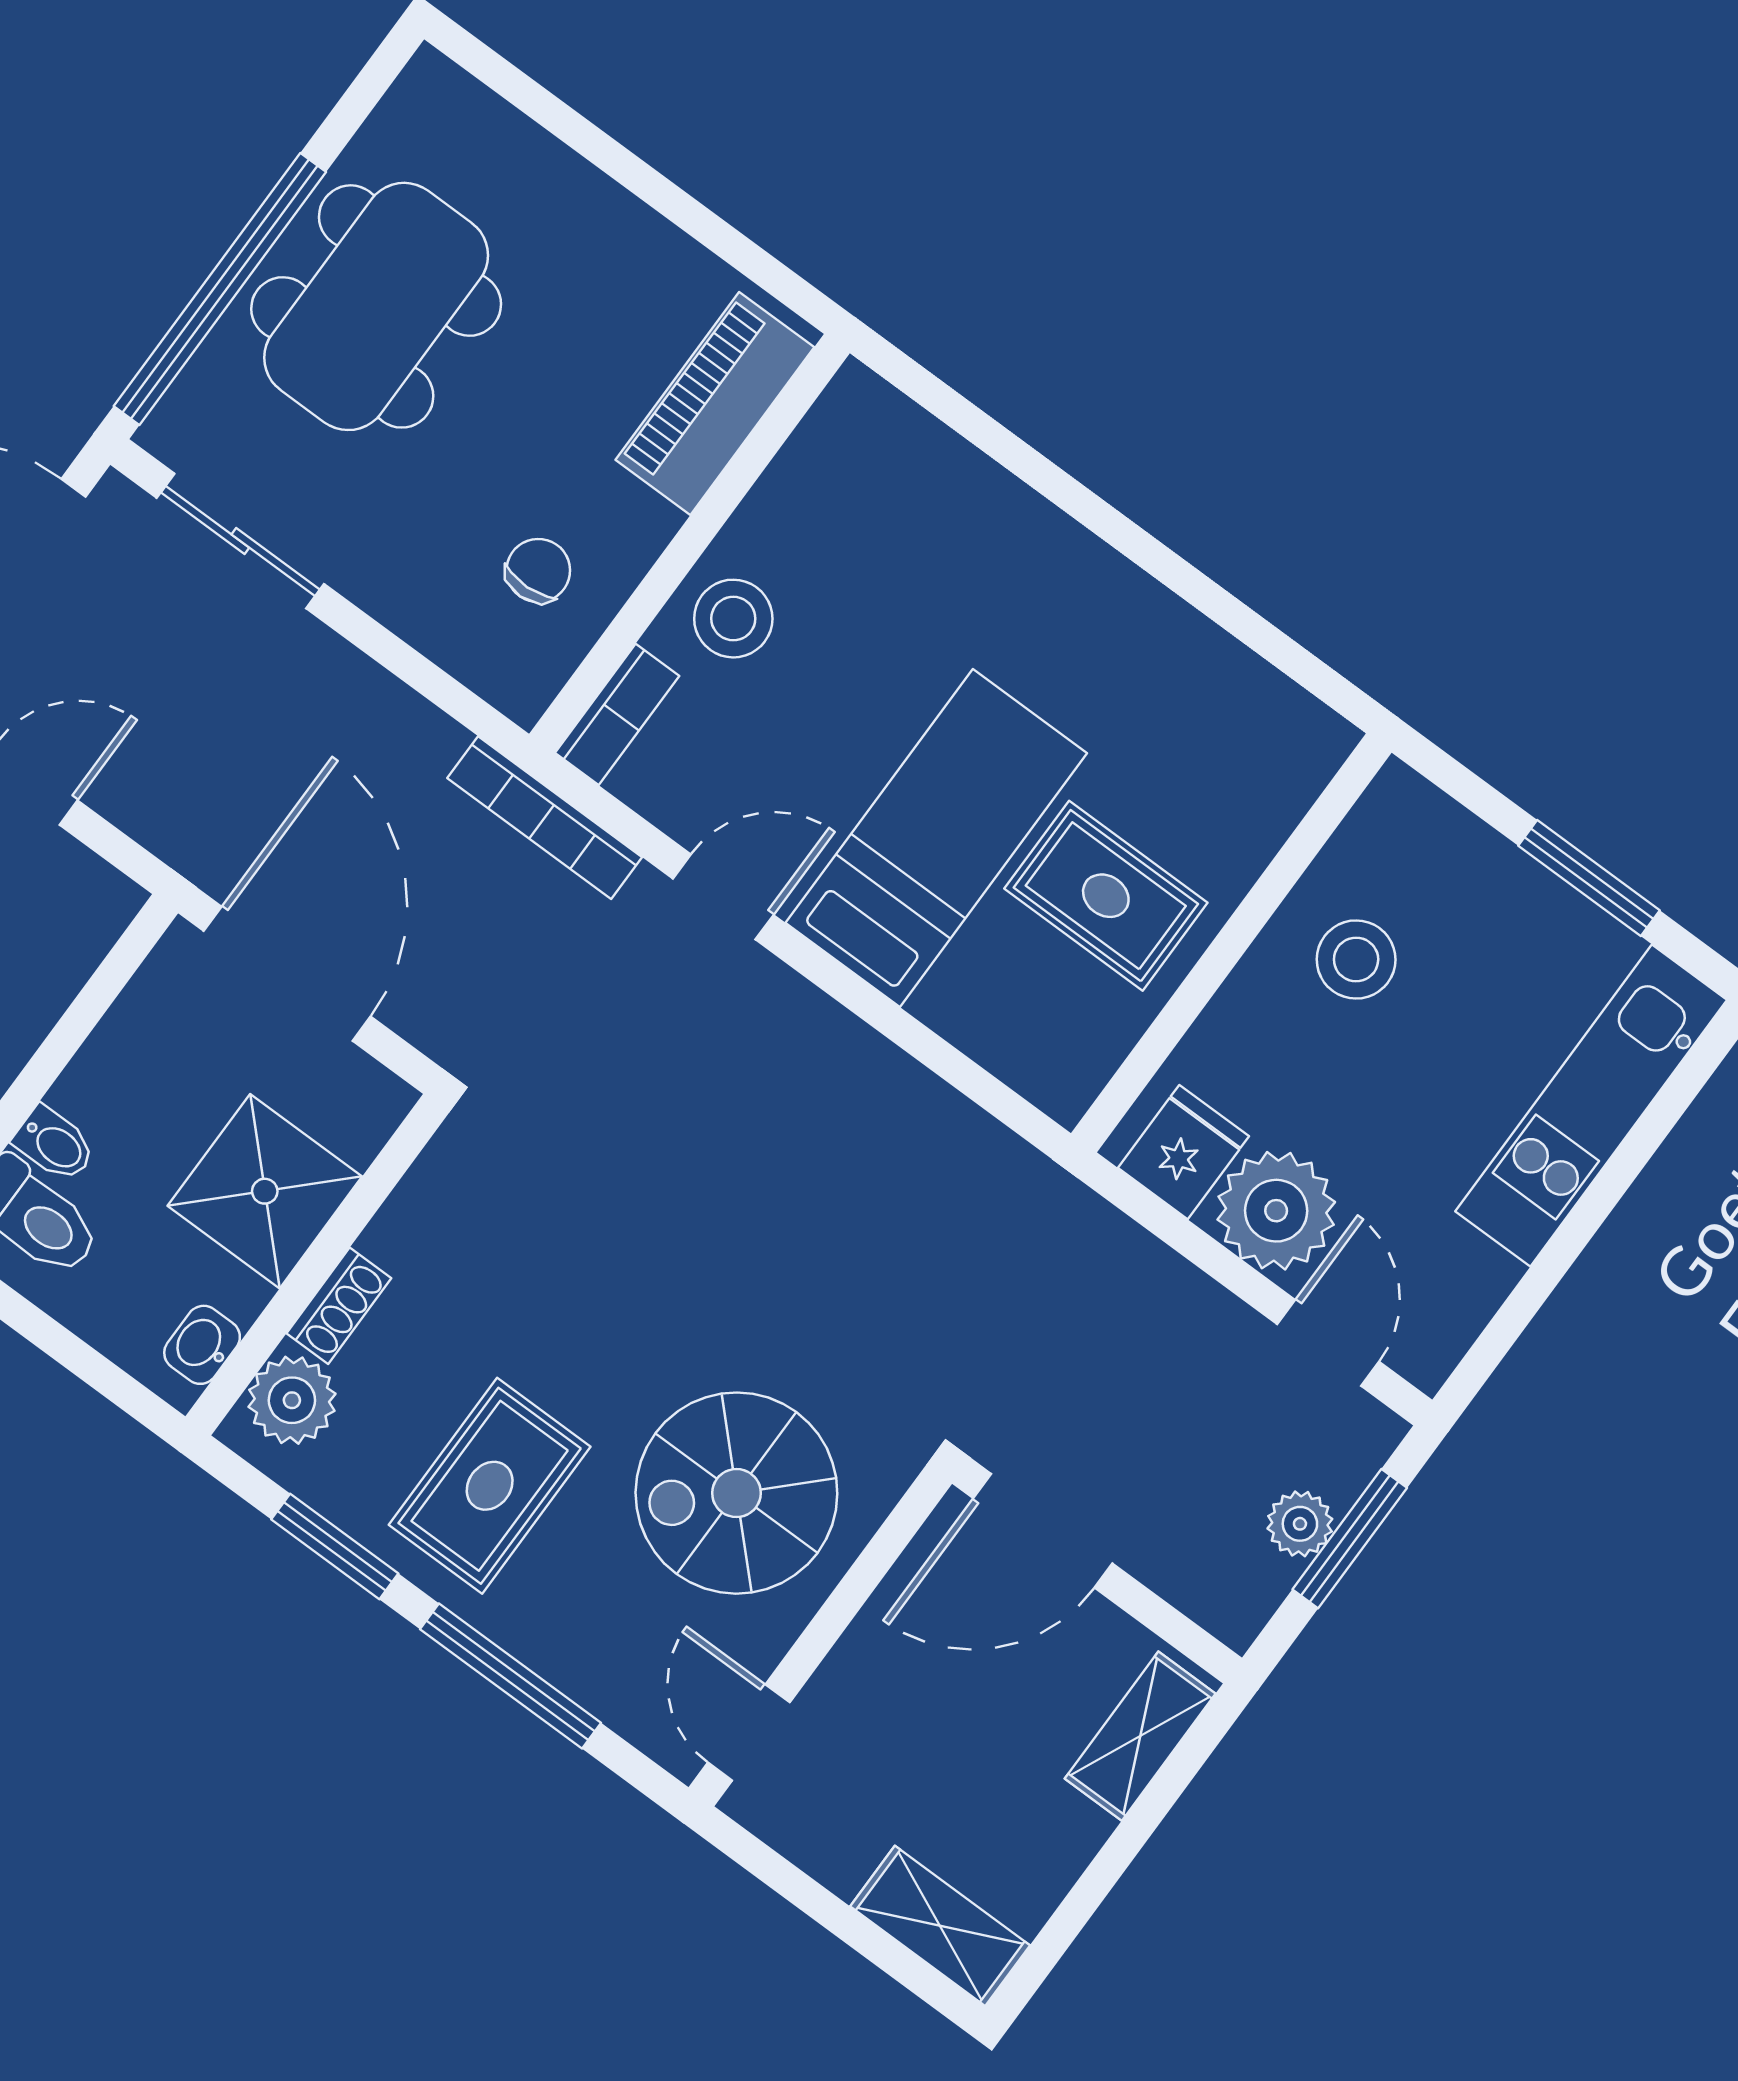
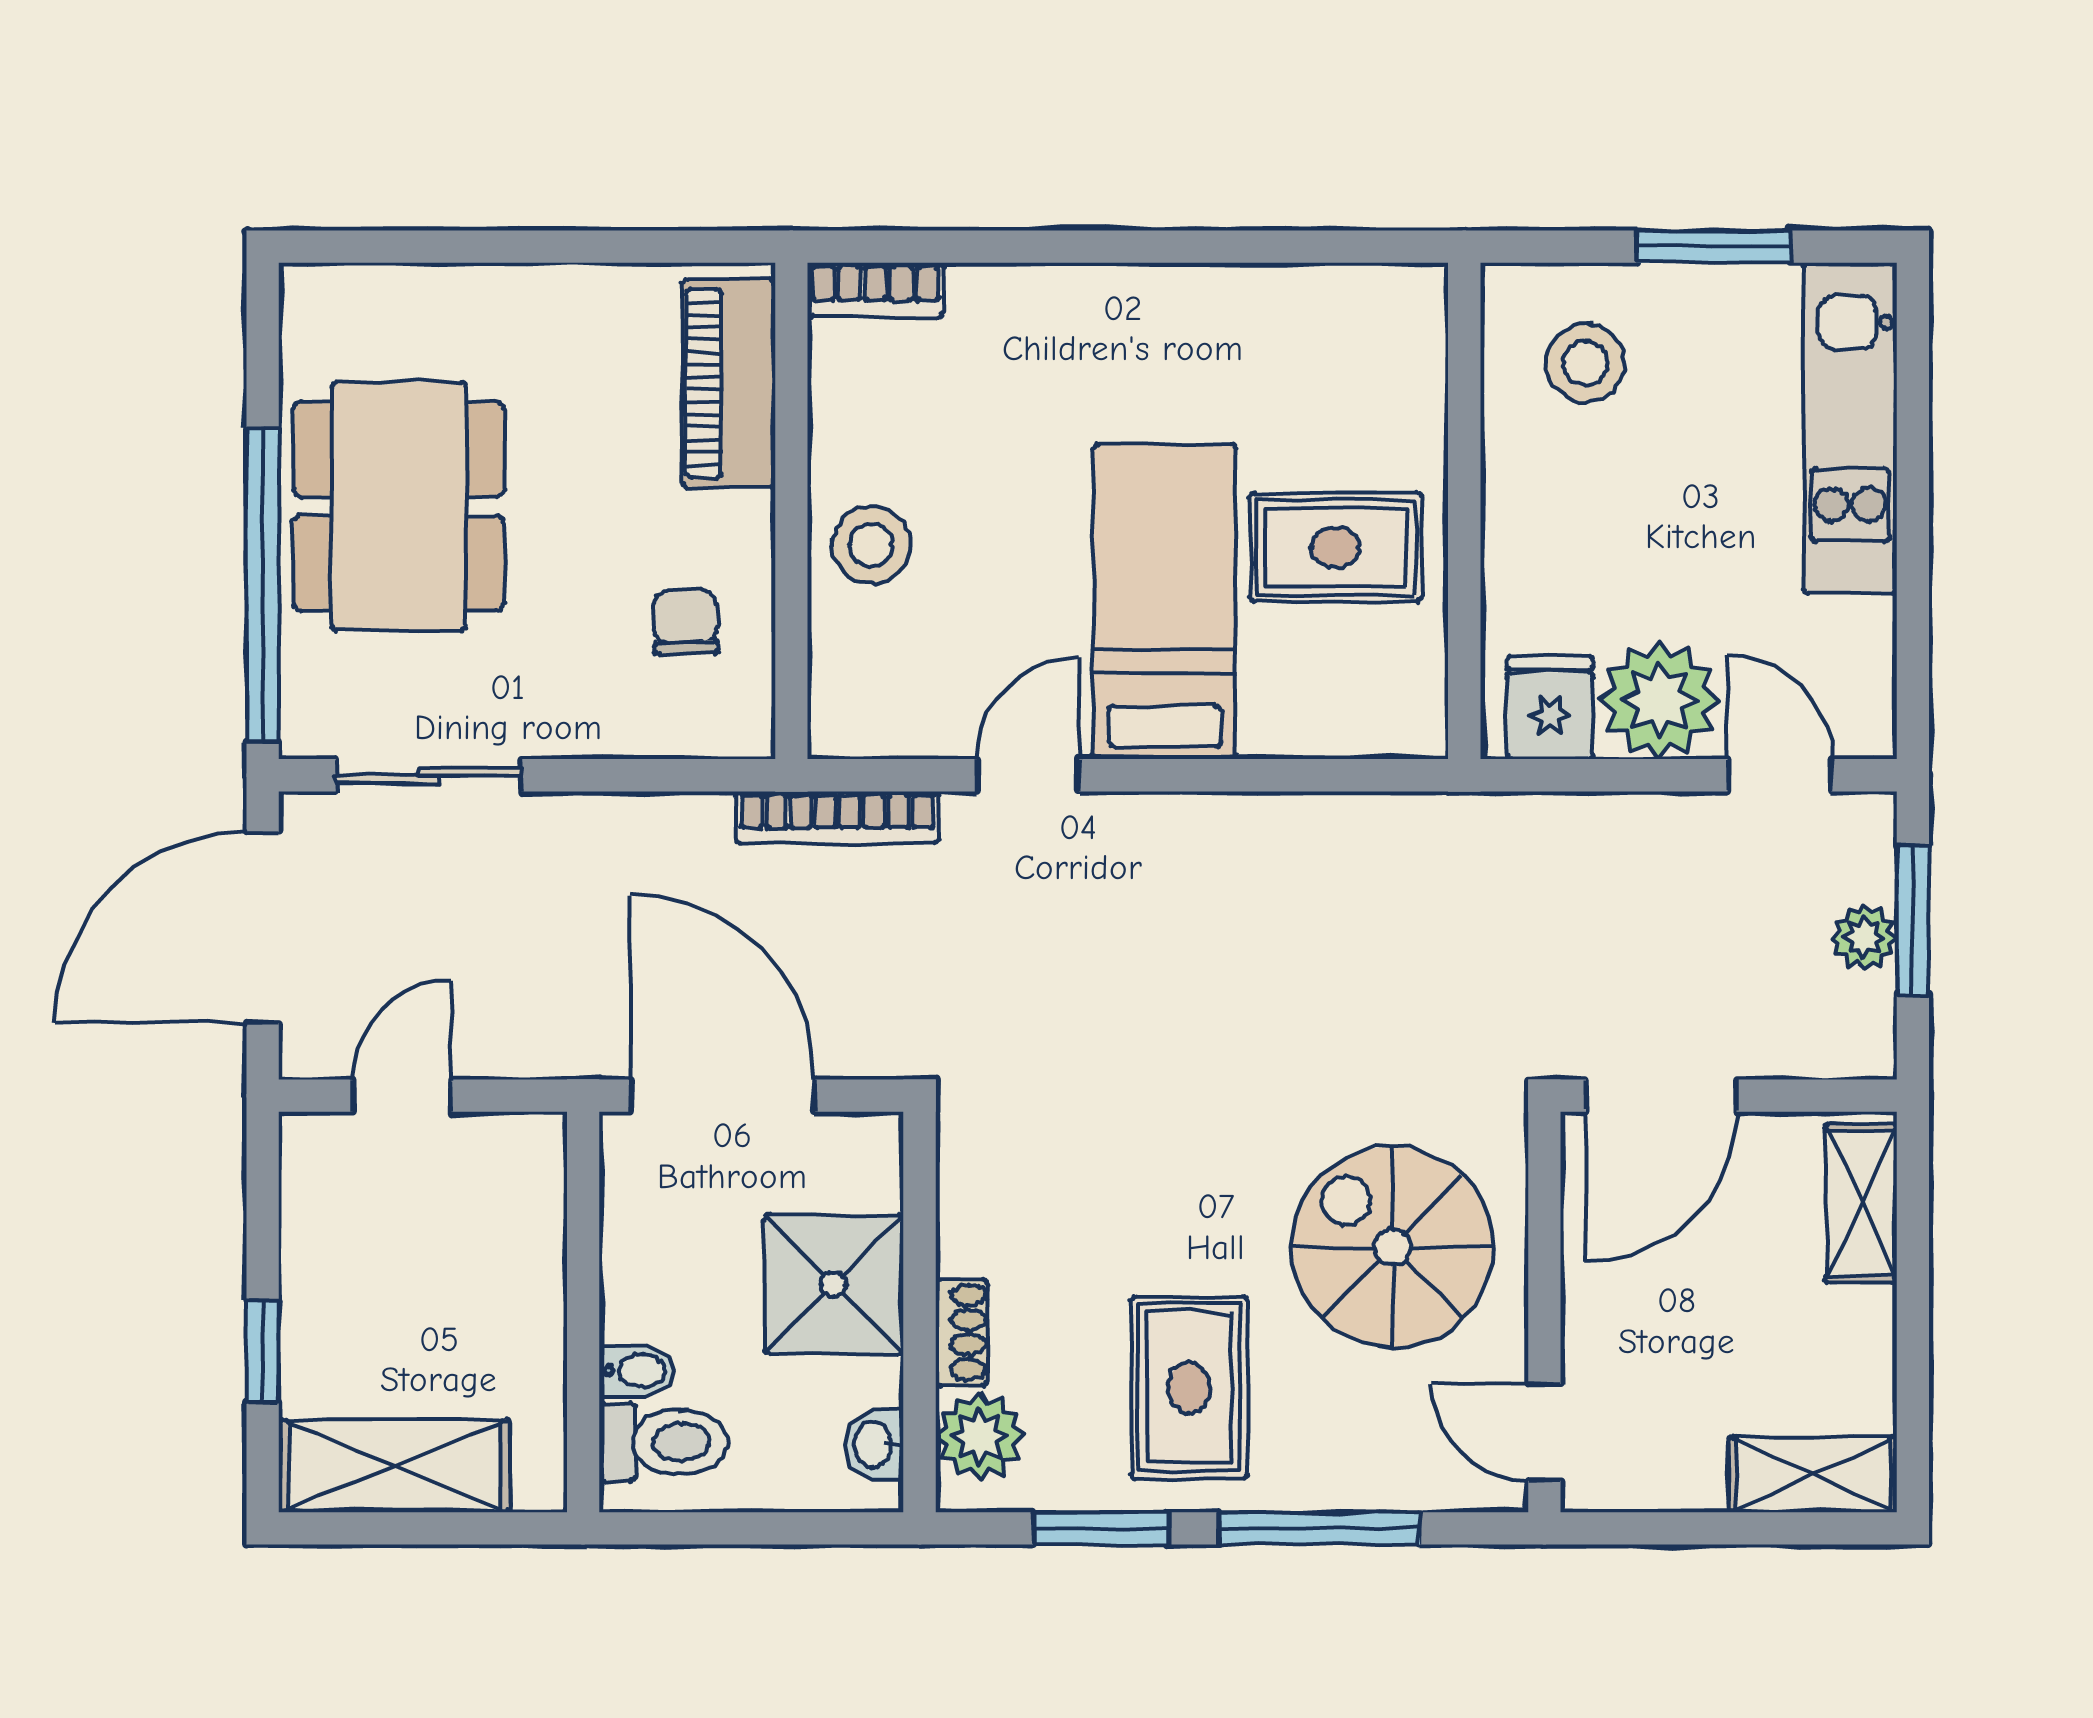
bookcase: (617, 714) -> (875, 290), moved, turned 90
stool: (1356, 959) -> (1585, 363), moved
spiral stairs: (736, 1493) -> (1392, 1247), turned 90

